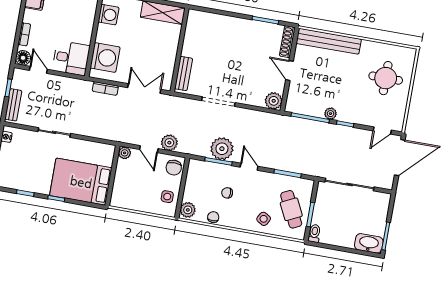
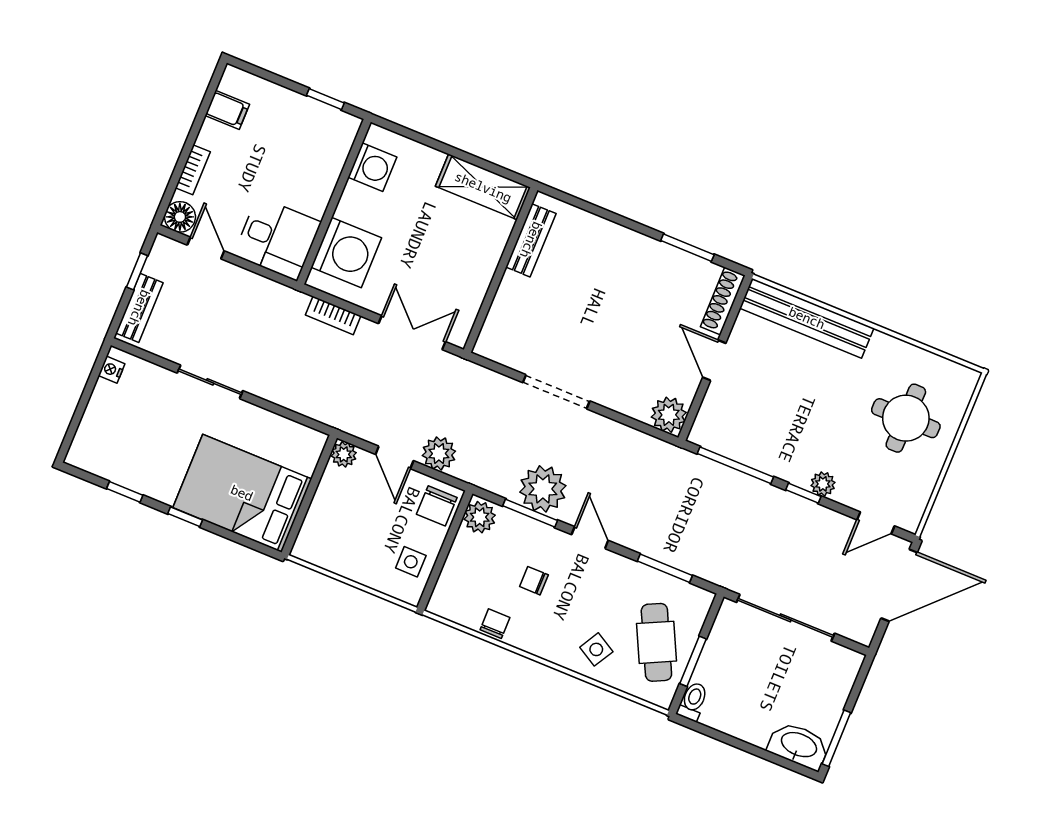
bench: (184, 73) -> (531, 240), moved
plant: (331, 114) -> (823, 484), moved
plant: (188, 210) -> (480, 517), moved

